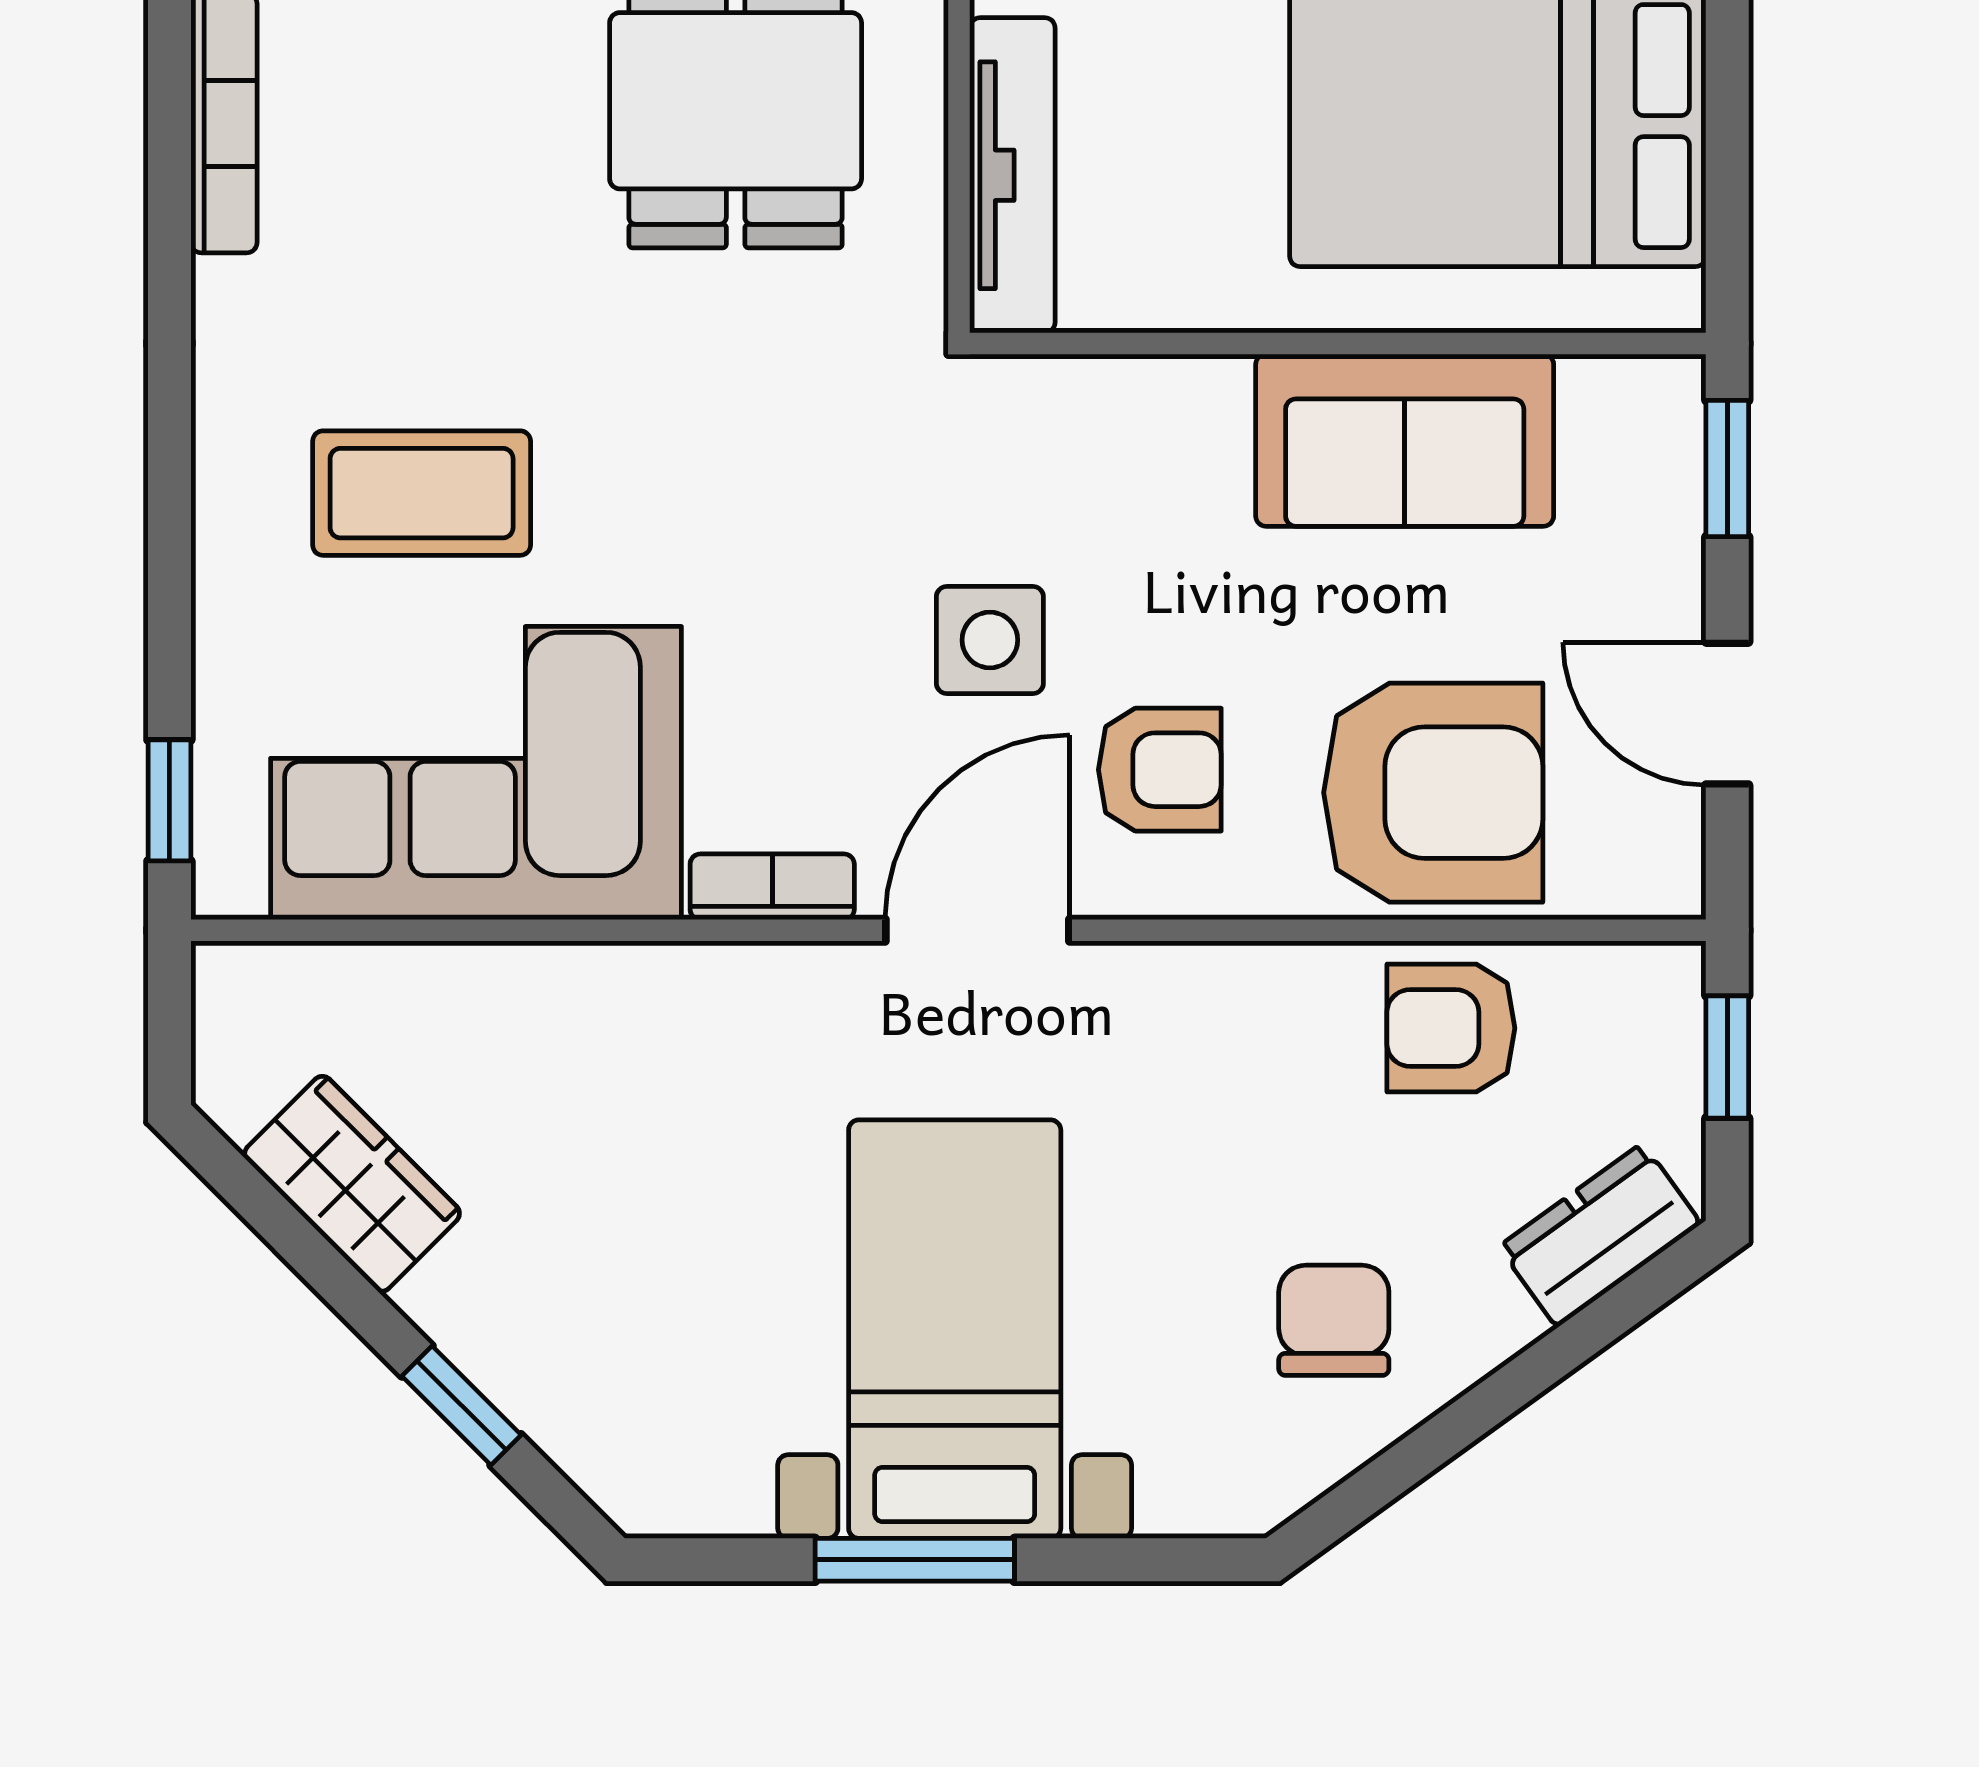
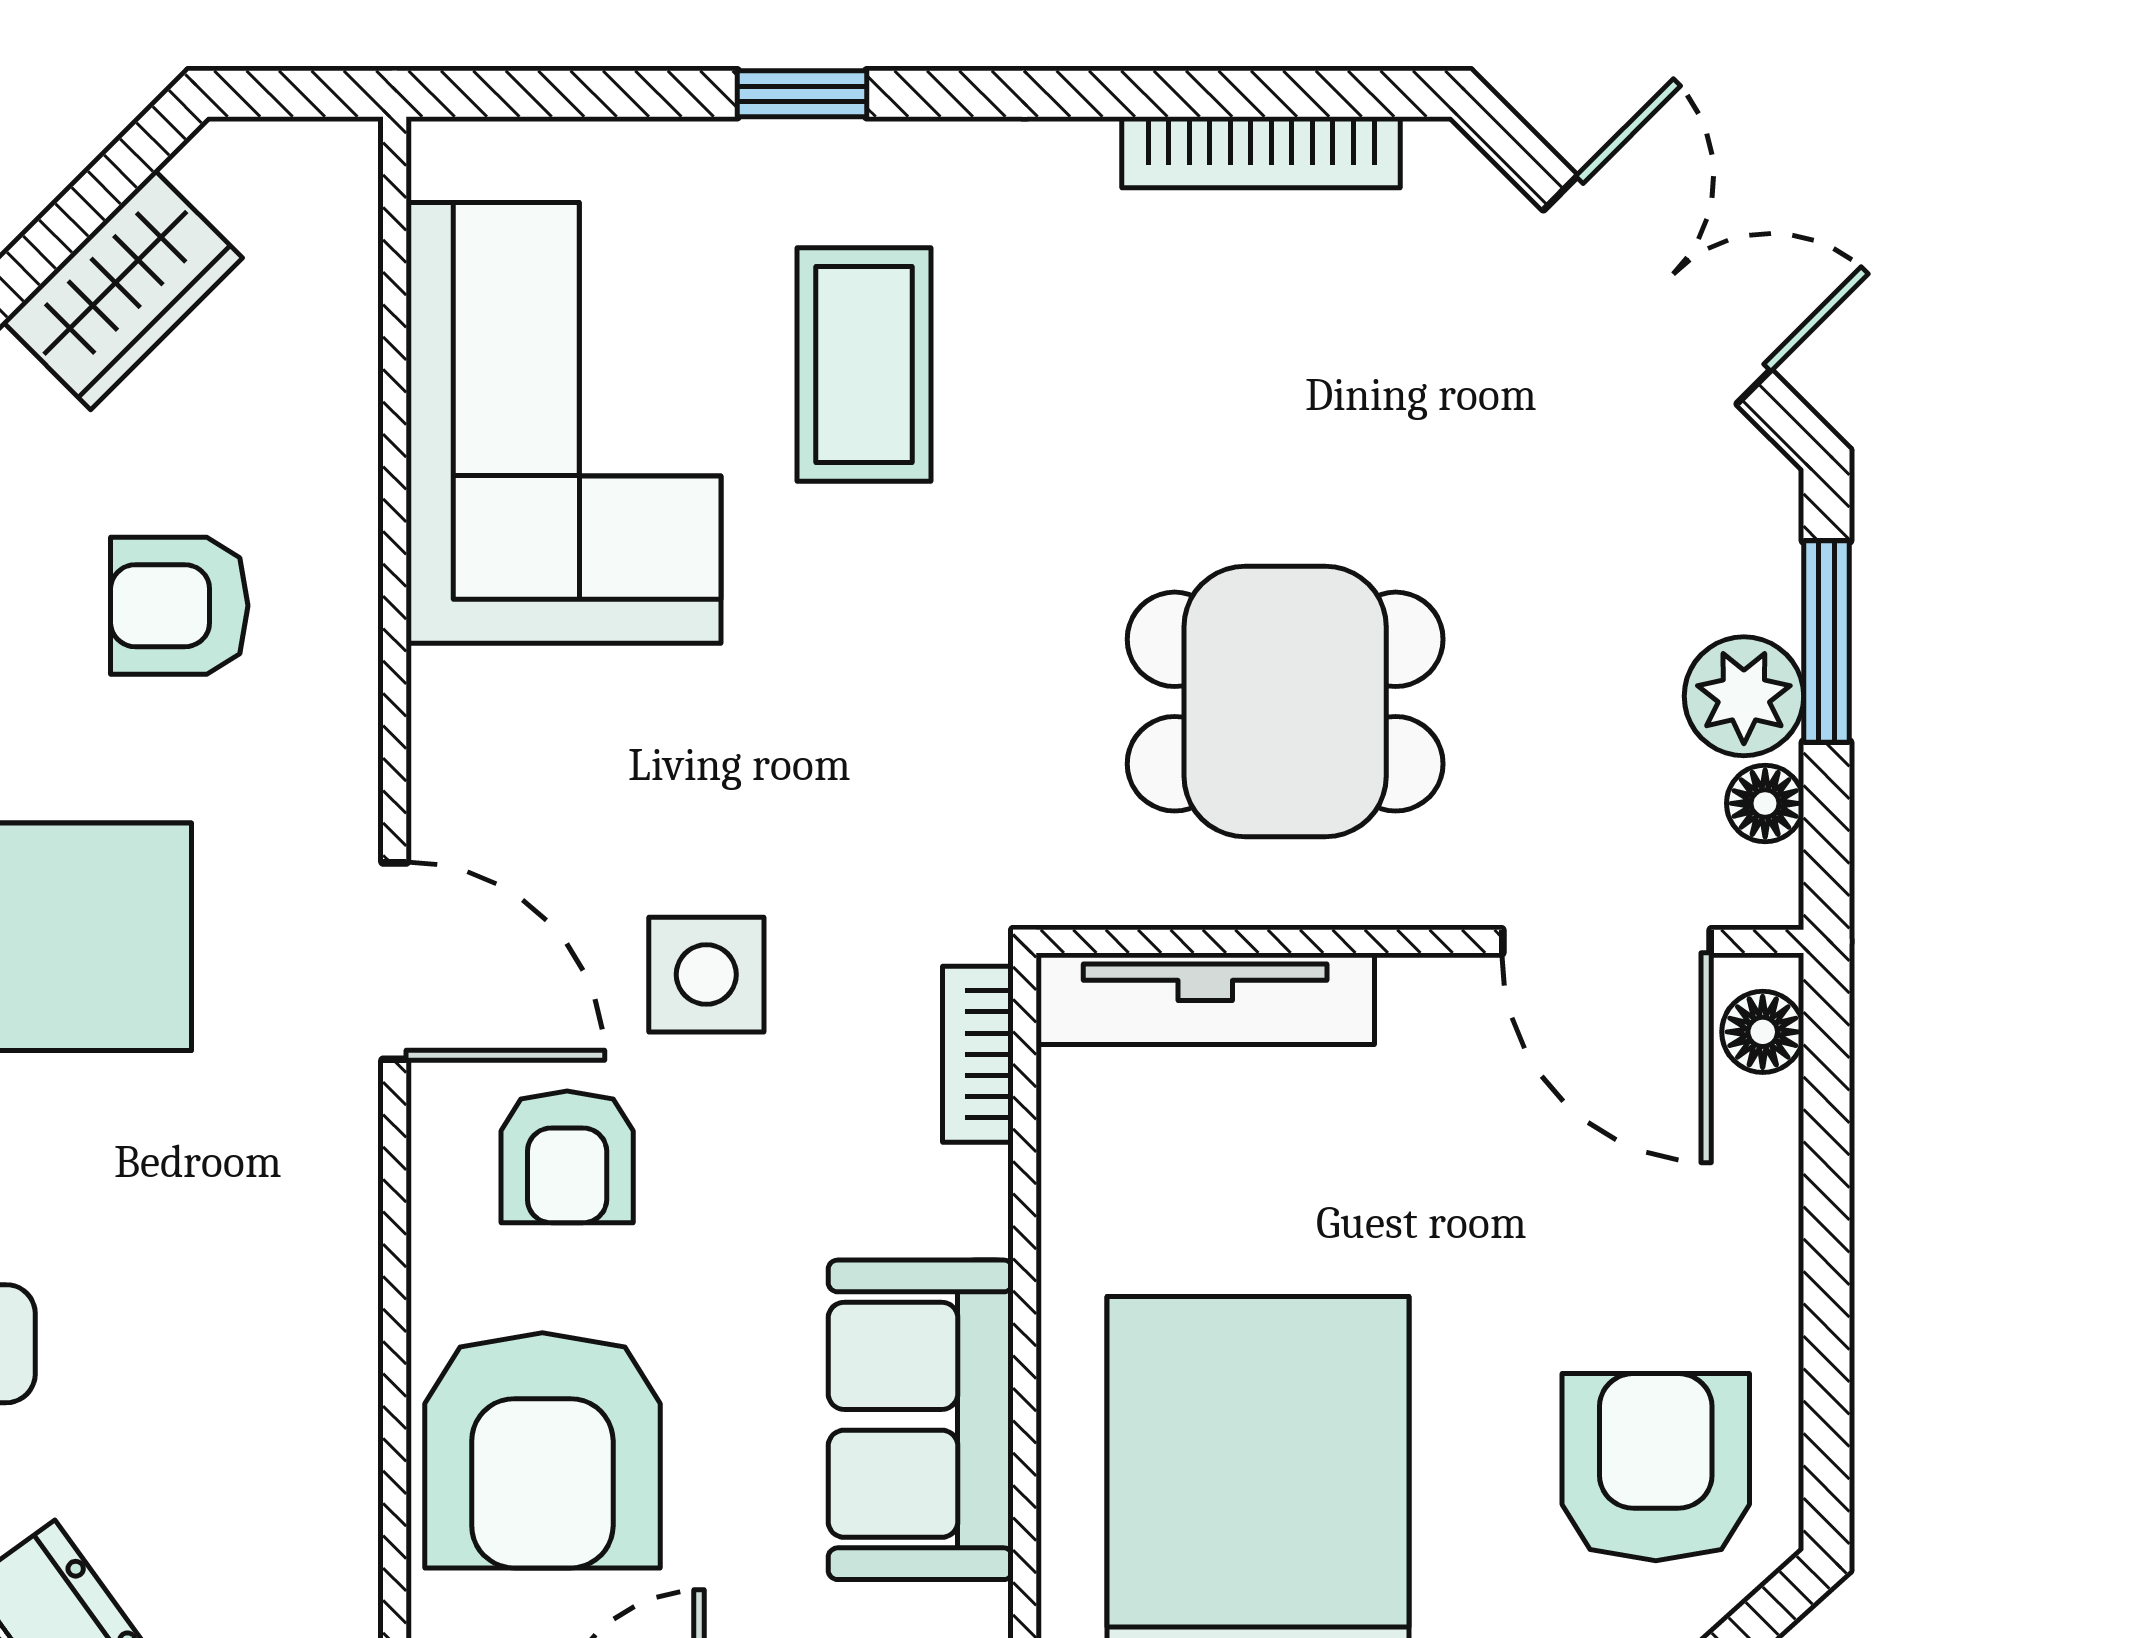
window: (169, 800) -> (802, 94), moved
bookcase: (772, 887) -> (978, 1054), moved, turned 180
armchair: (1451, 1028) -> (179, 606), moved, turned -90

